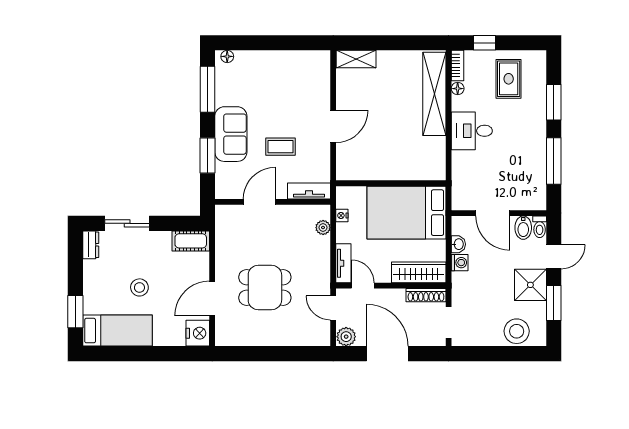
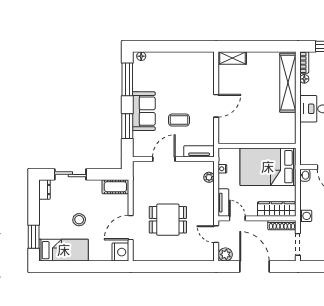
washbasin: (458, 244) -> (305, 175), moved
washing machine: (460, 263) -> (306, 216), moved

